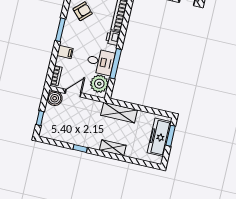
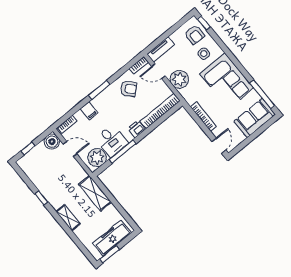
window: (171, 136) -> (109, 254), moved

